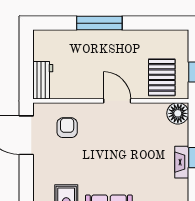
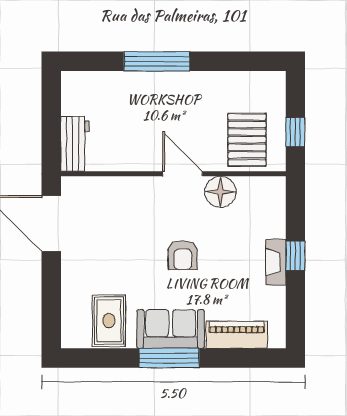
floor lamp: (178, 113) -> (220, 192), moved
armchair: (67, 128) -> (183, 255), moved, turned 180

